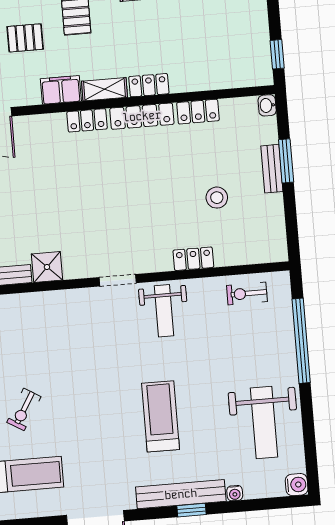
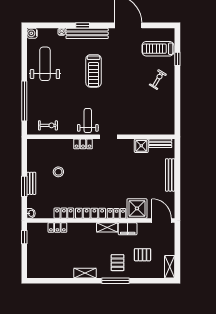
locker: (149, 85) -> (57, 228), moved
shower: (45, 134) -> (137, 208), added
locker: (193, 259) -> (83, 144), moved

